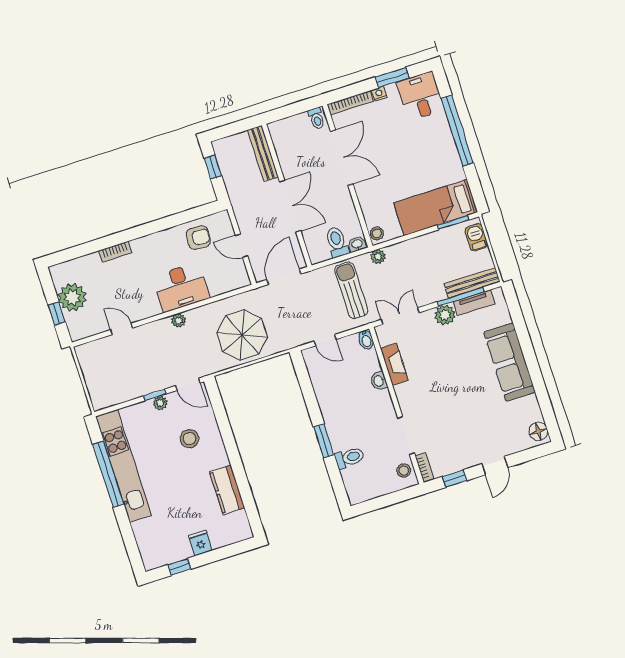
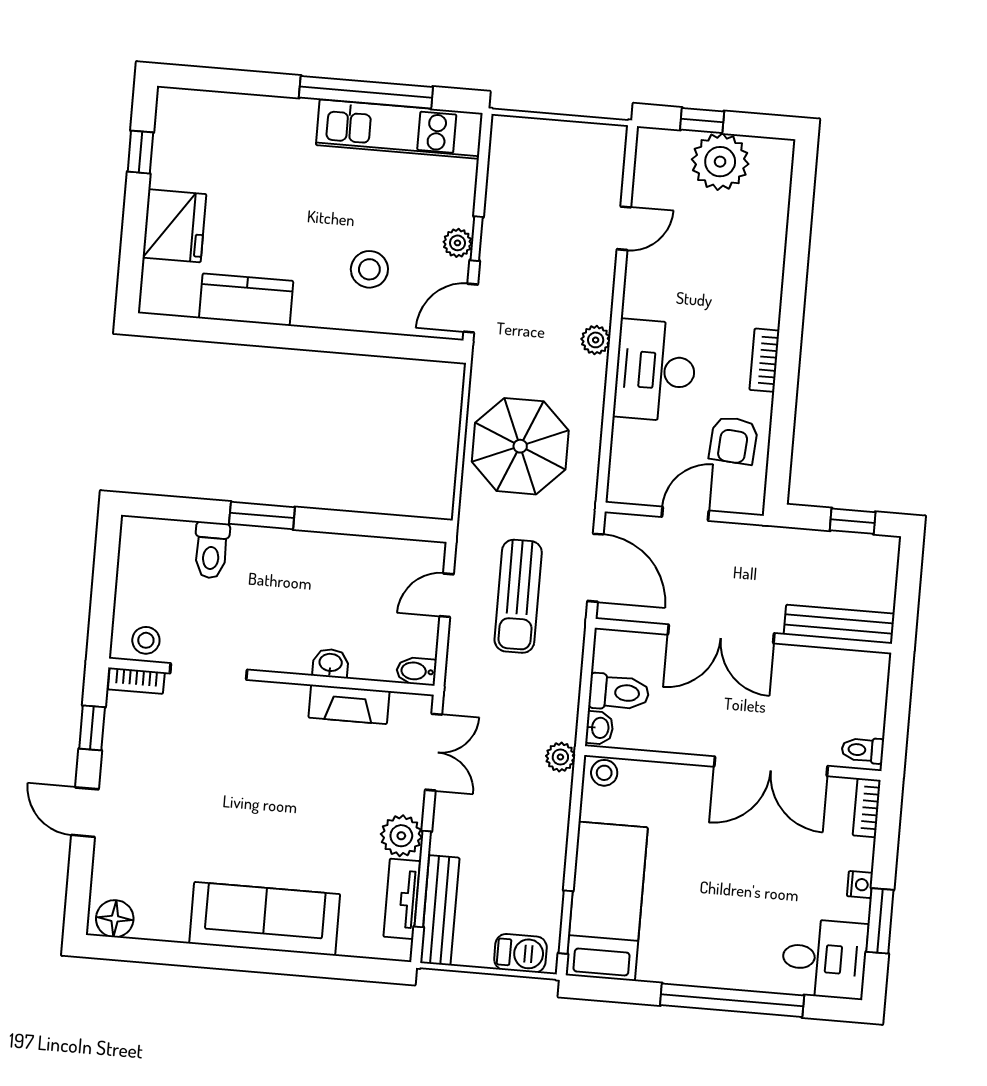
bookcase: (350, 103) -> (867, 808), width x0.64
bookcase: (115, 252) -> (764, 360), moved
sun lounger: (351, 290) -> (518, 596), moved, turned 90
kitchen unit: (123, 466) -> (399, 129), width x0.73
fridge: (200, 543) -> (174, 226), width x1.88, depth x1.34

